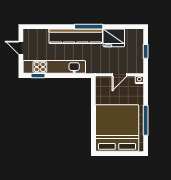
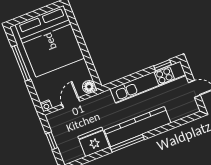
floor lamp: (101, 81) -> (89, 87), added

